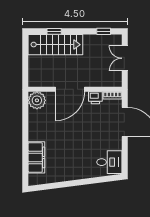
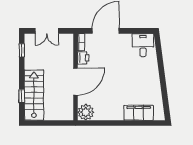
door: (70, 89) -> (75, 82), hinge flipped

